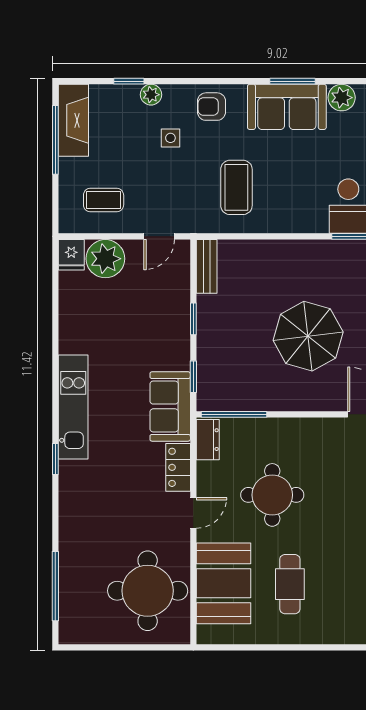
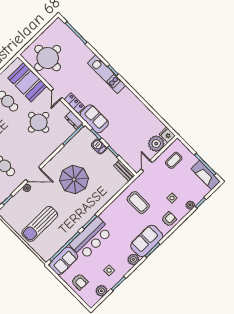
barbecue: (209, 351) -> (99, 146), added
kitchen unit: (73, 407) -> (107, 74), moved

